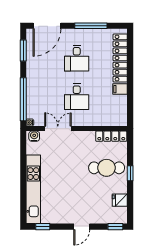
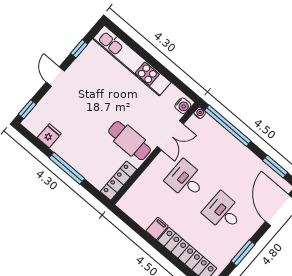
window: (91, 26) -> (243, 253), width x0.69
cafe table: (107, 168) -> (130, 141), moved, turned 90
window: (130, 173) -> (67, 168), width x2.17
window: (43, 227) -> (79, 49), moved

